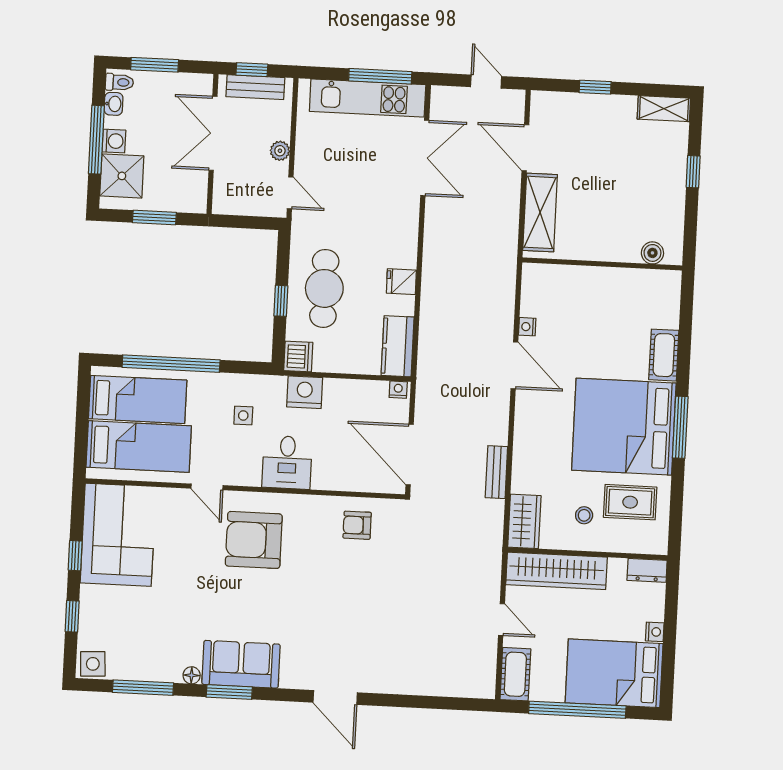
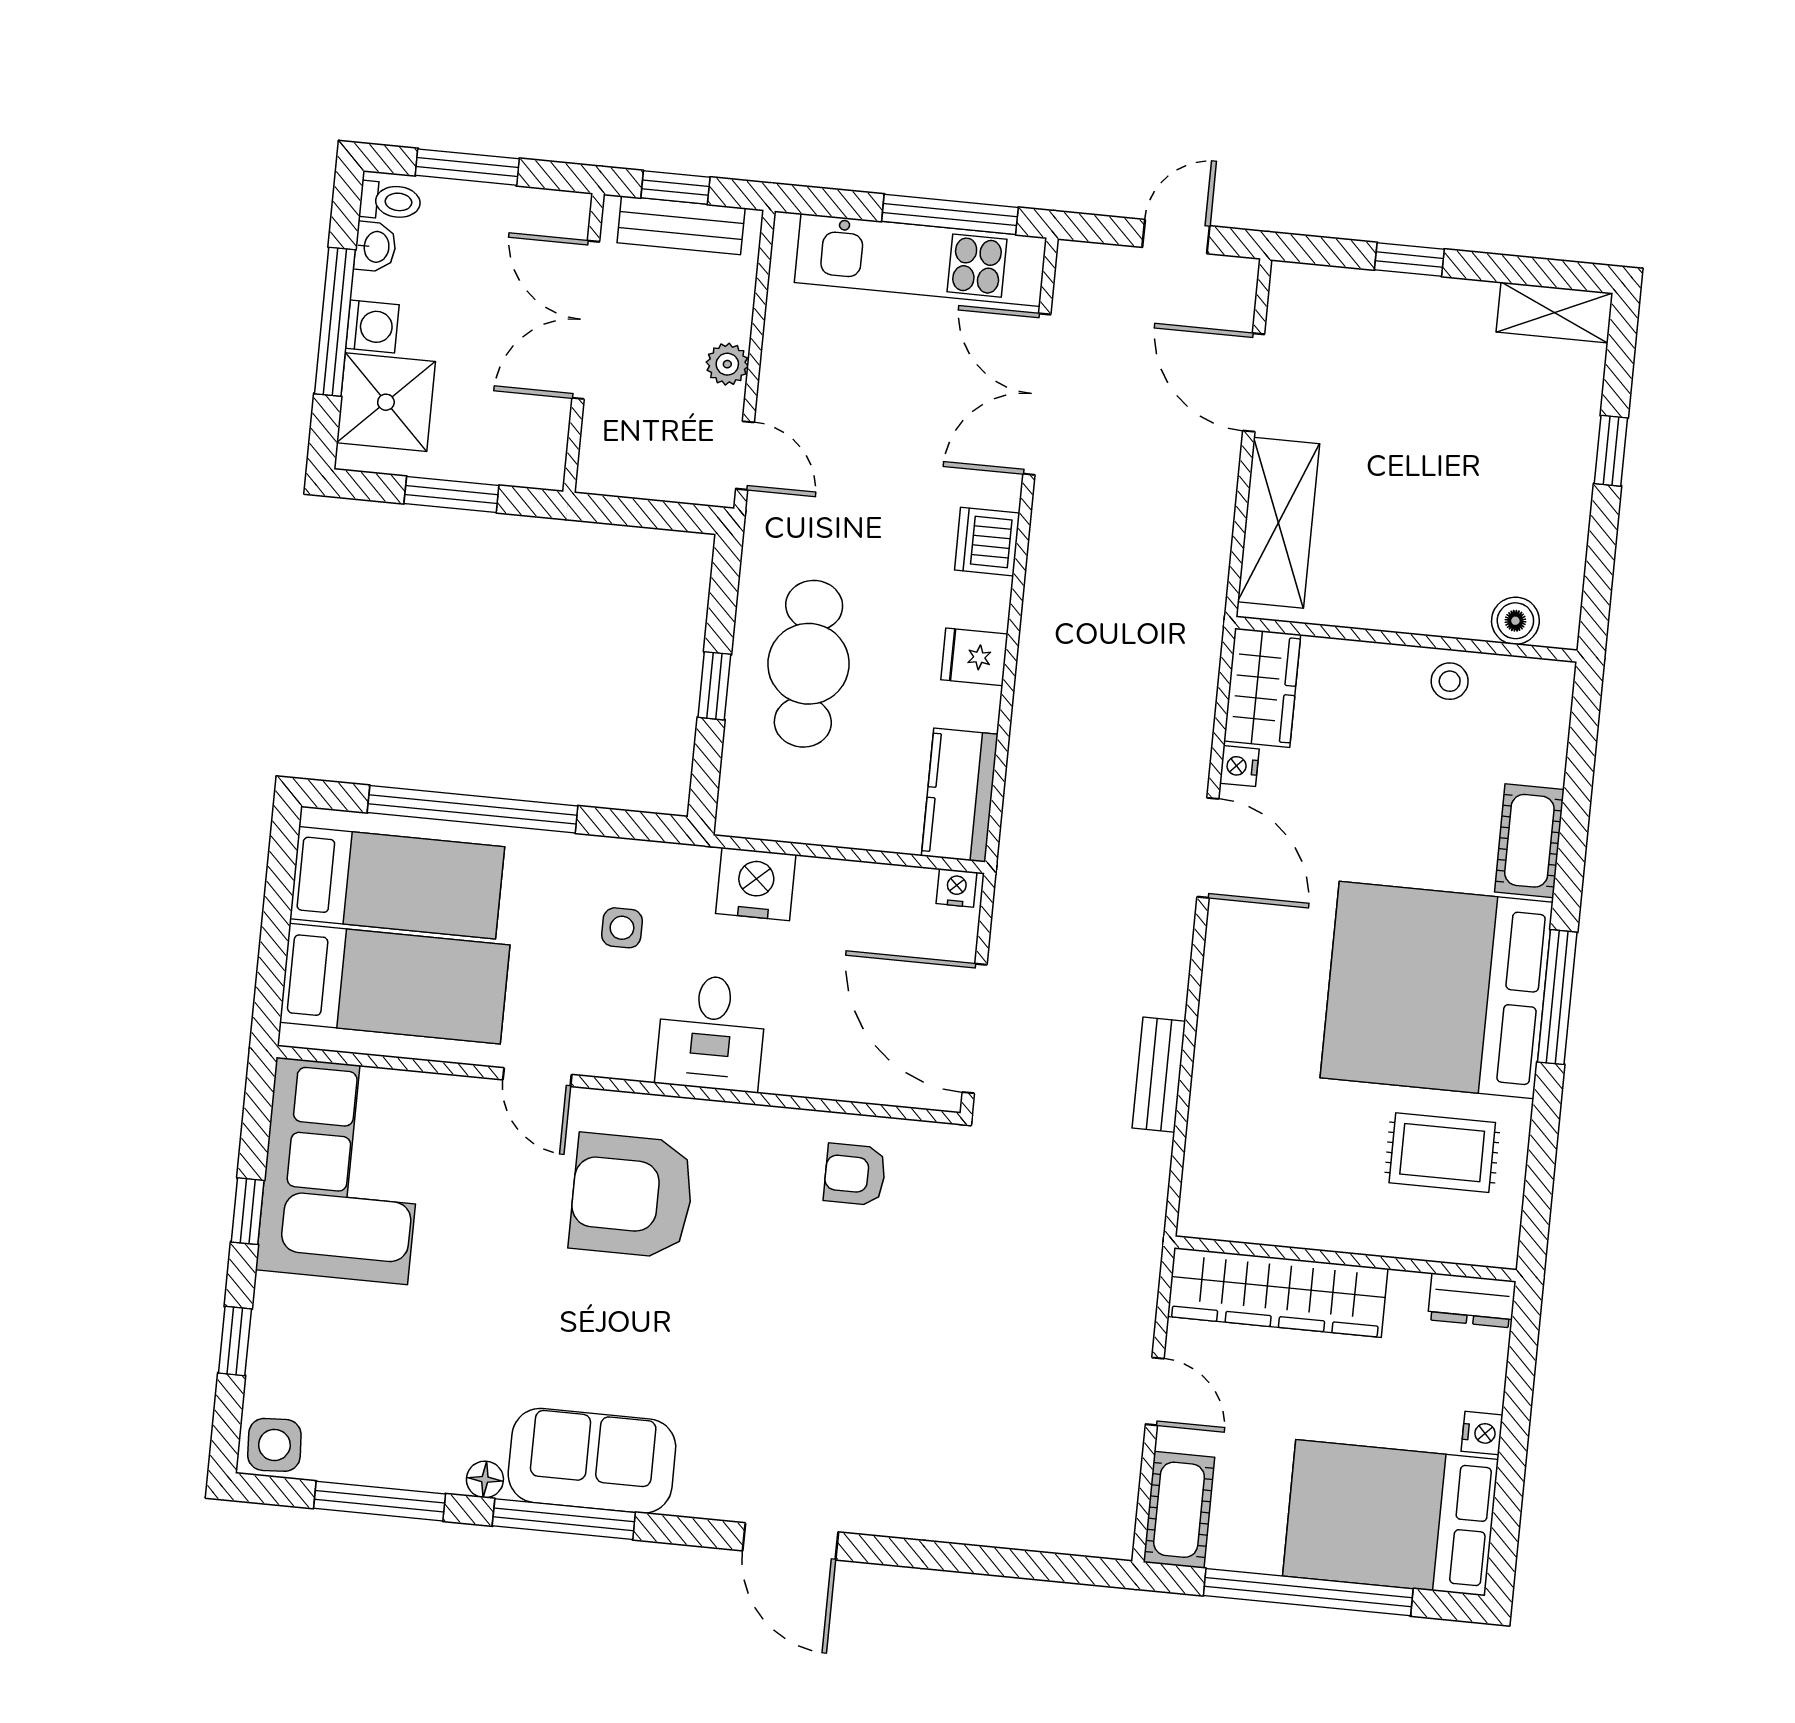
door: (486, 82) -> (1176, 237), hinge flipped
double door: (425, 158) -> (1037, 394), swing flipped
dishwasher: (298, 356) -> (987, 542), moved, turned 180
stool: (584, 515) -> (1450, 681), moved
wardrobe: (524, 521) -> (1262, 688), moved
window: (229, 692) -> (564, 1519), width x1.44

